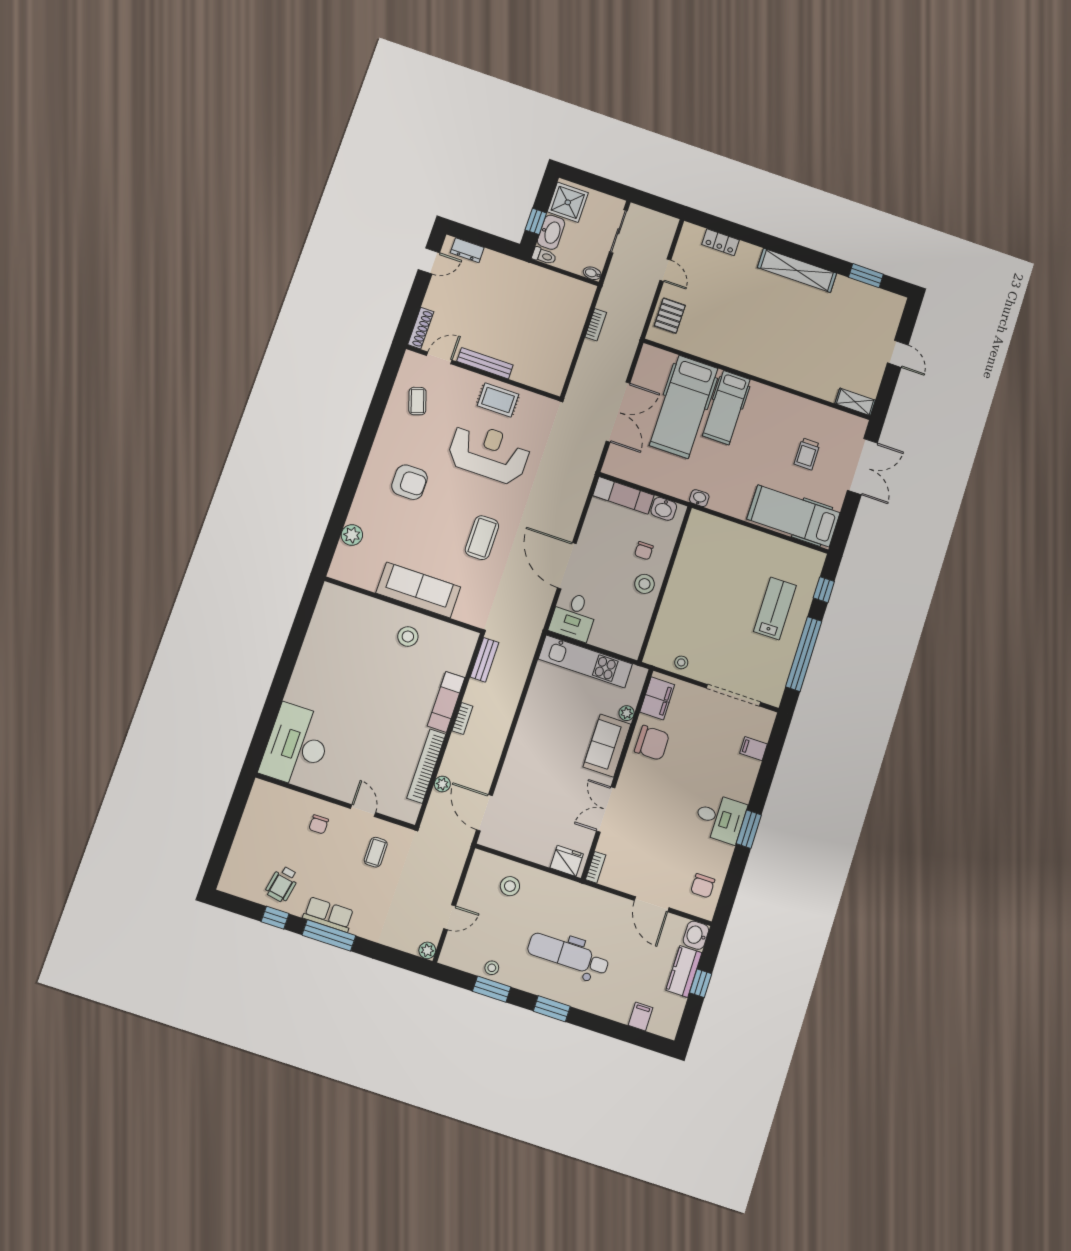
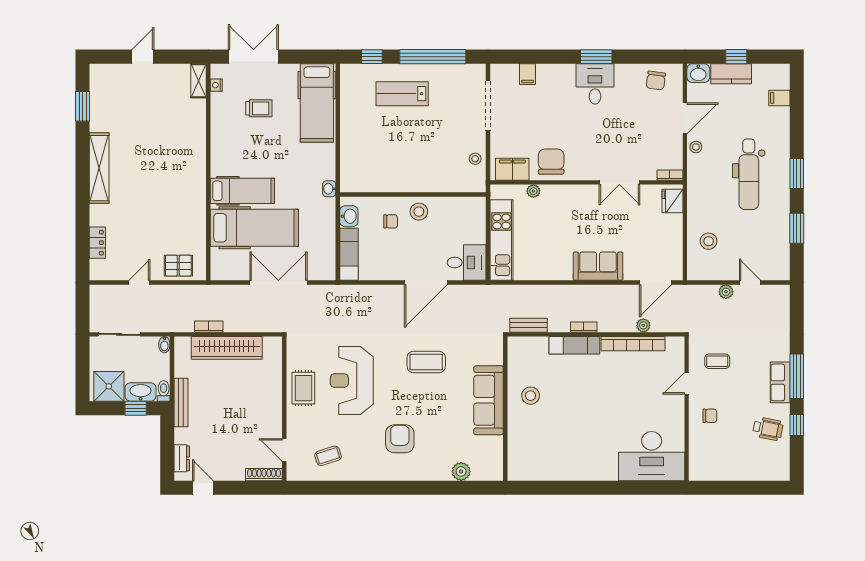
wardrobe: (567, 336) -> (227, 348), added
bench: (485, 363) -> (181, 403), moved
nightstand: (845, 418) -> (216, 85), added
sofa: (607, 746) -> (598, 266), moved, turned 180
chair: (703, 886) -> (656, 81), turned 98
plant: (427, 950) -> (726, 292), moved
stool: (492, 968) -> (696, 147), moved

